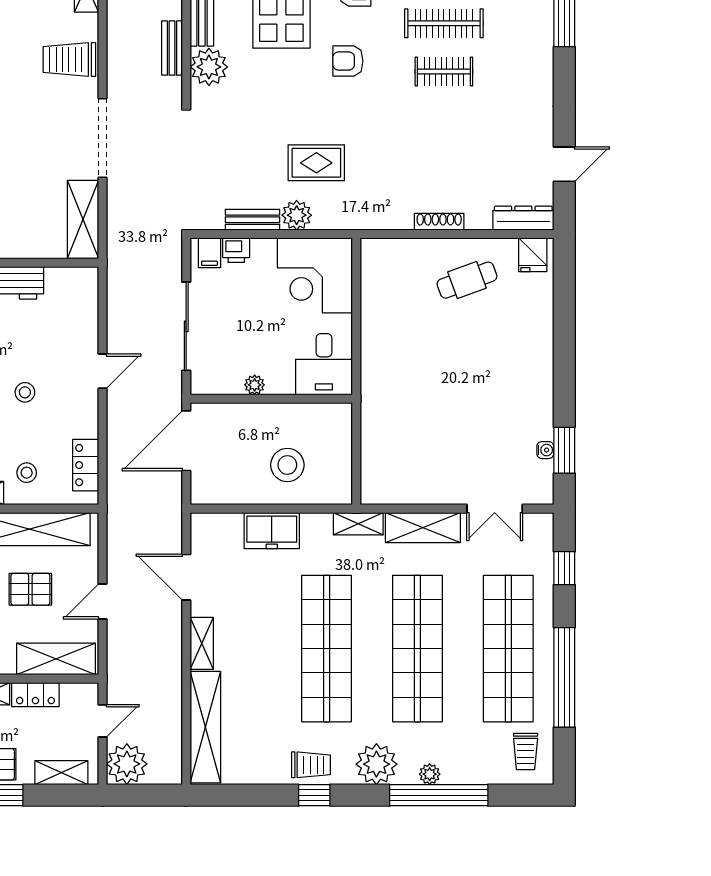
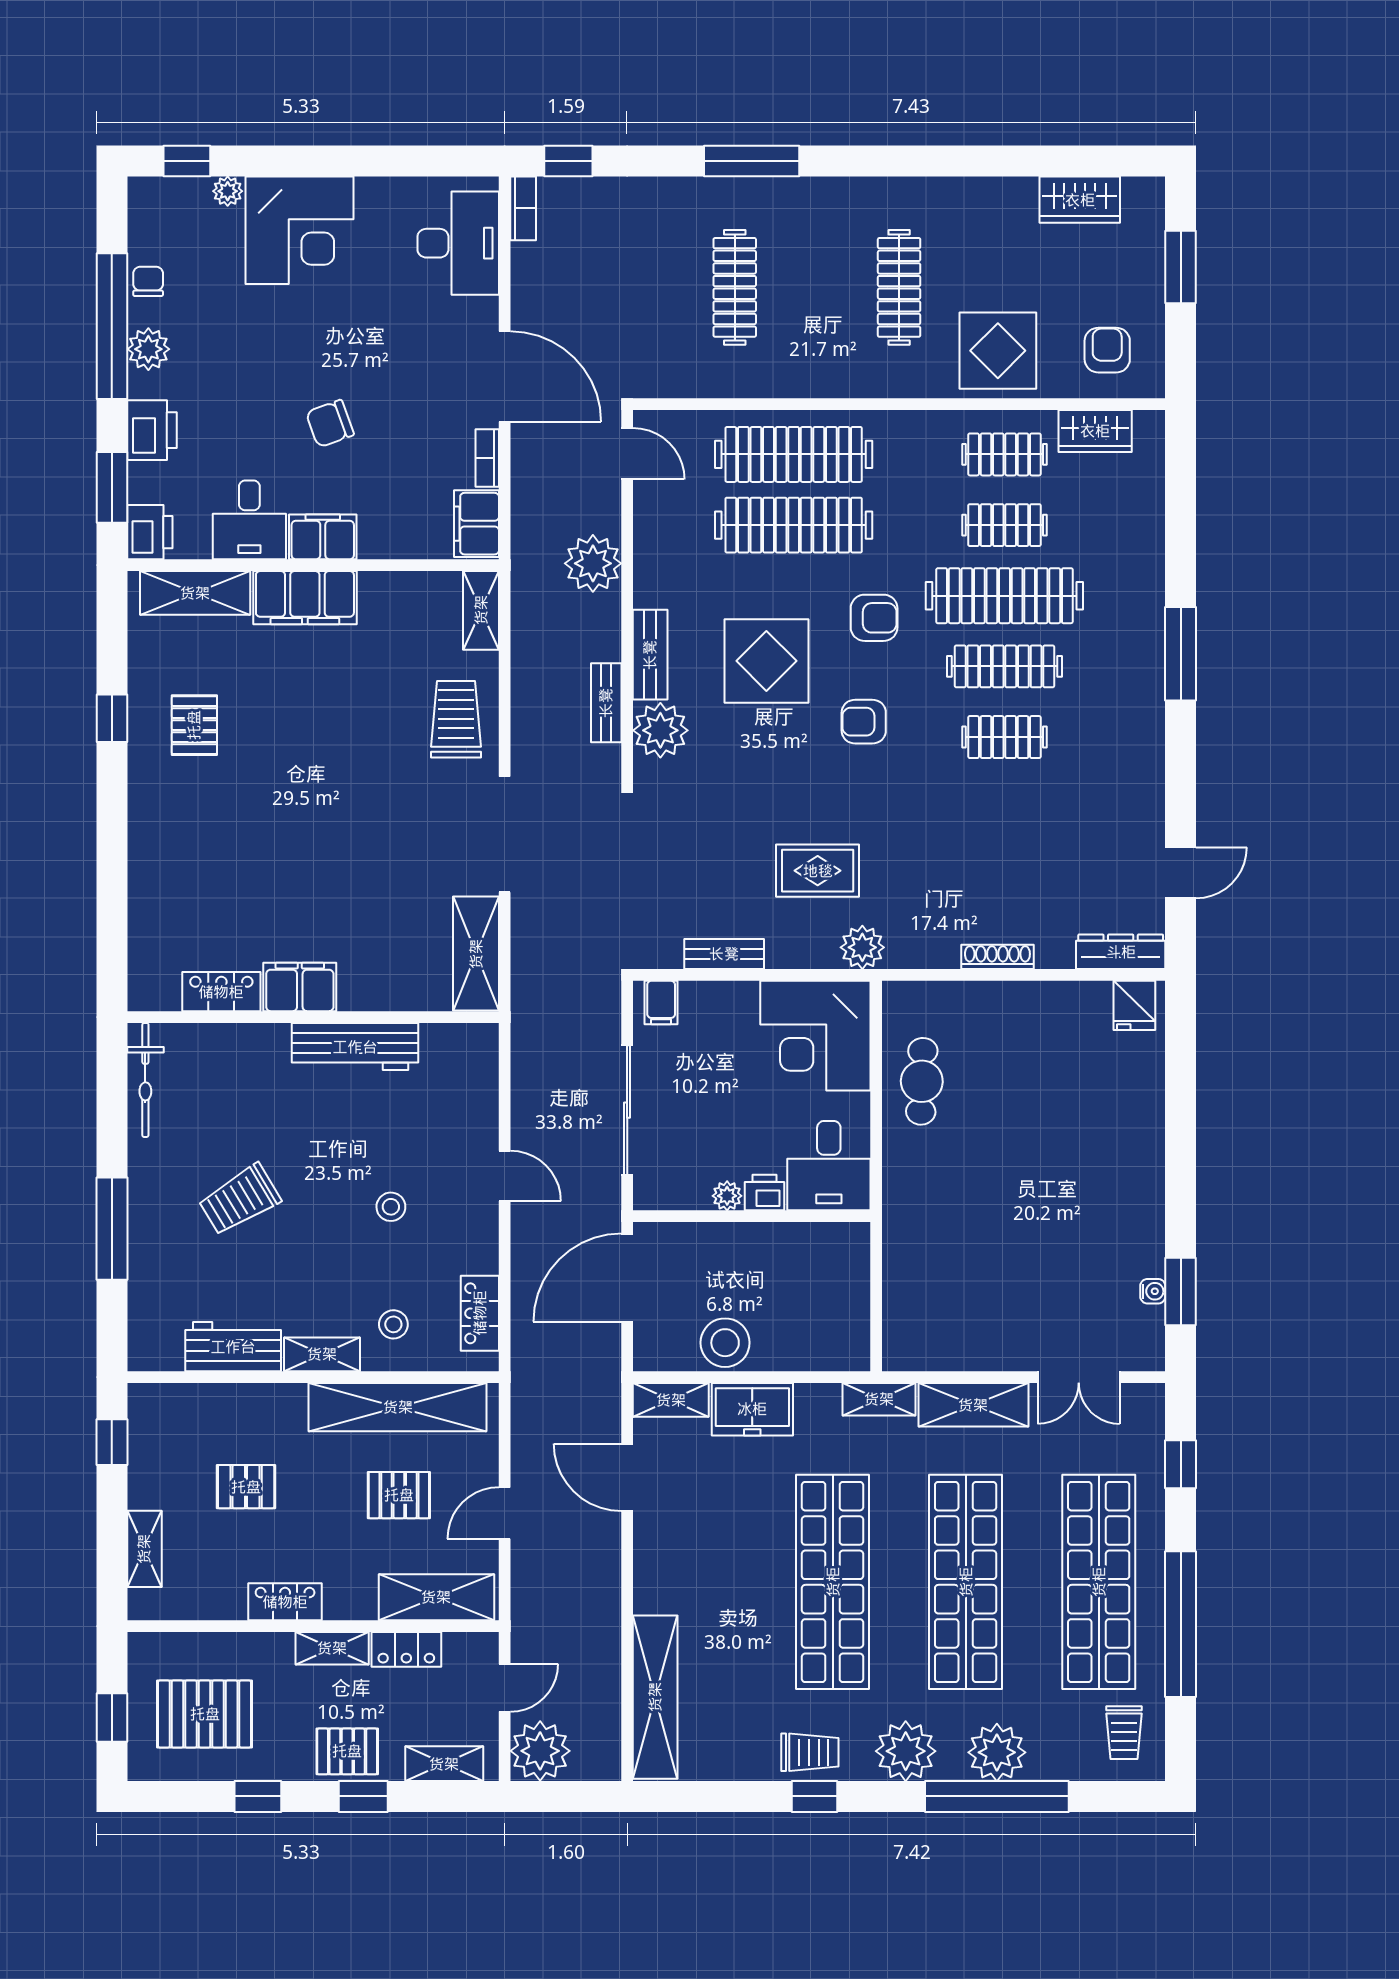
trolley: (69, 59) -> (456, 719), turned 90
plant: (297, 215) -> (862, 947), moved
printer: (236, 250) -> (764, 1193), moved, turned 180
cafe table: (467, 280) -> (922, 1081), moved, turned -68
door: (103, 371) -> (505, 1176), hinge flipped
stool: (287, 465) -> (725, 1343), moved
shelving: (202, 643) -> (671, 1400), moved, turned 90
plant: (430, 774) -> (997, 1752), width x1.87, depth x1.87

